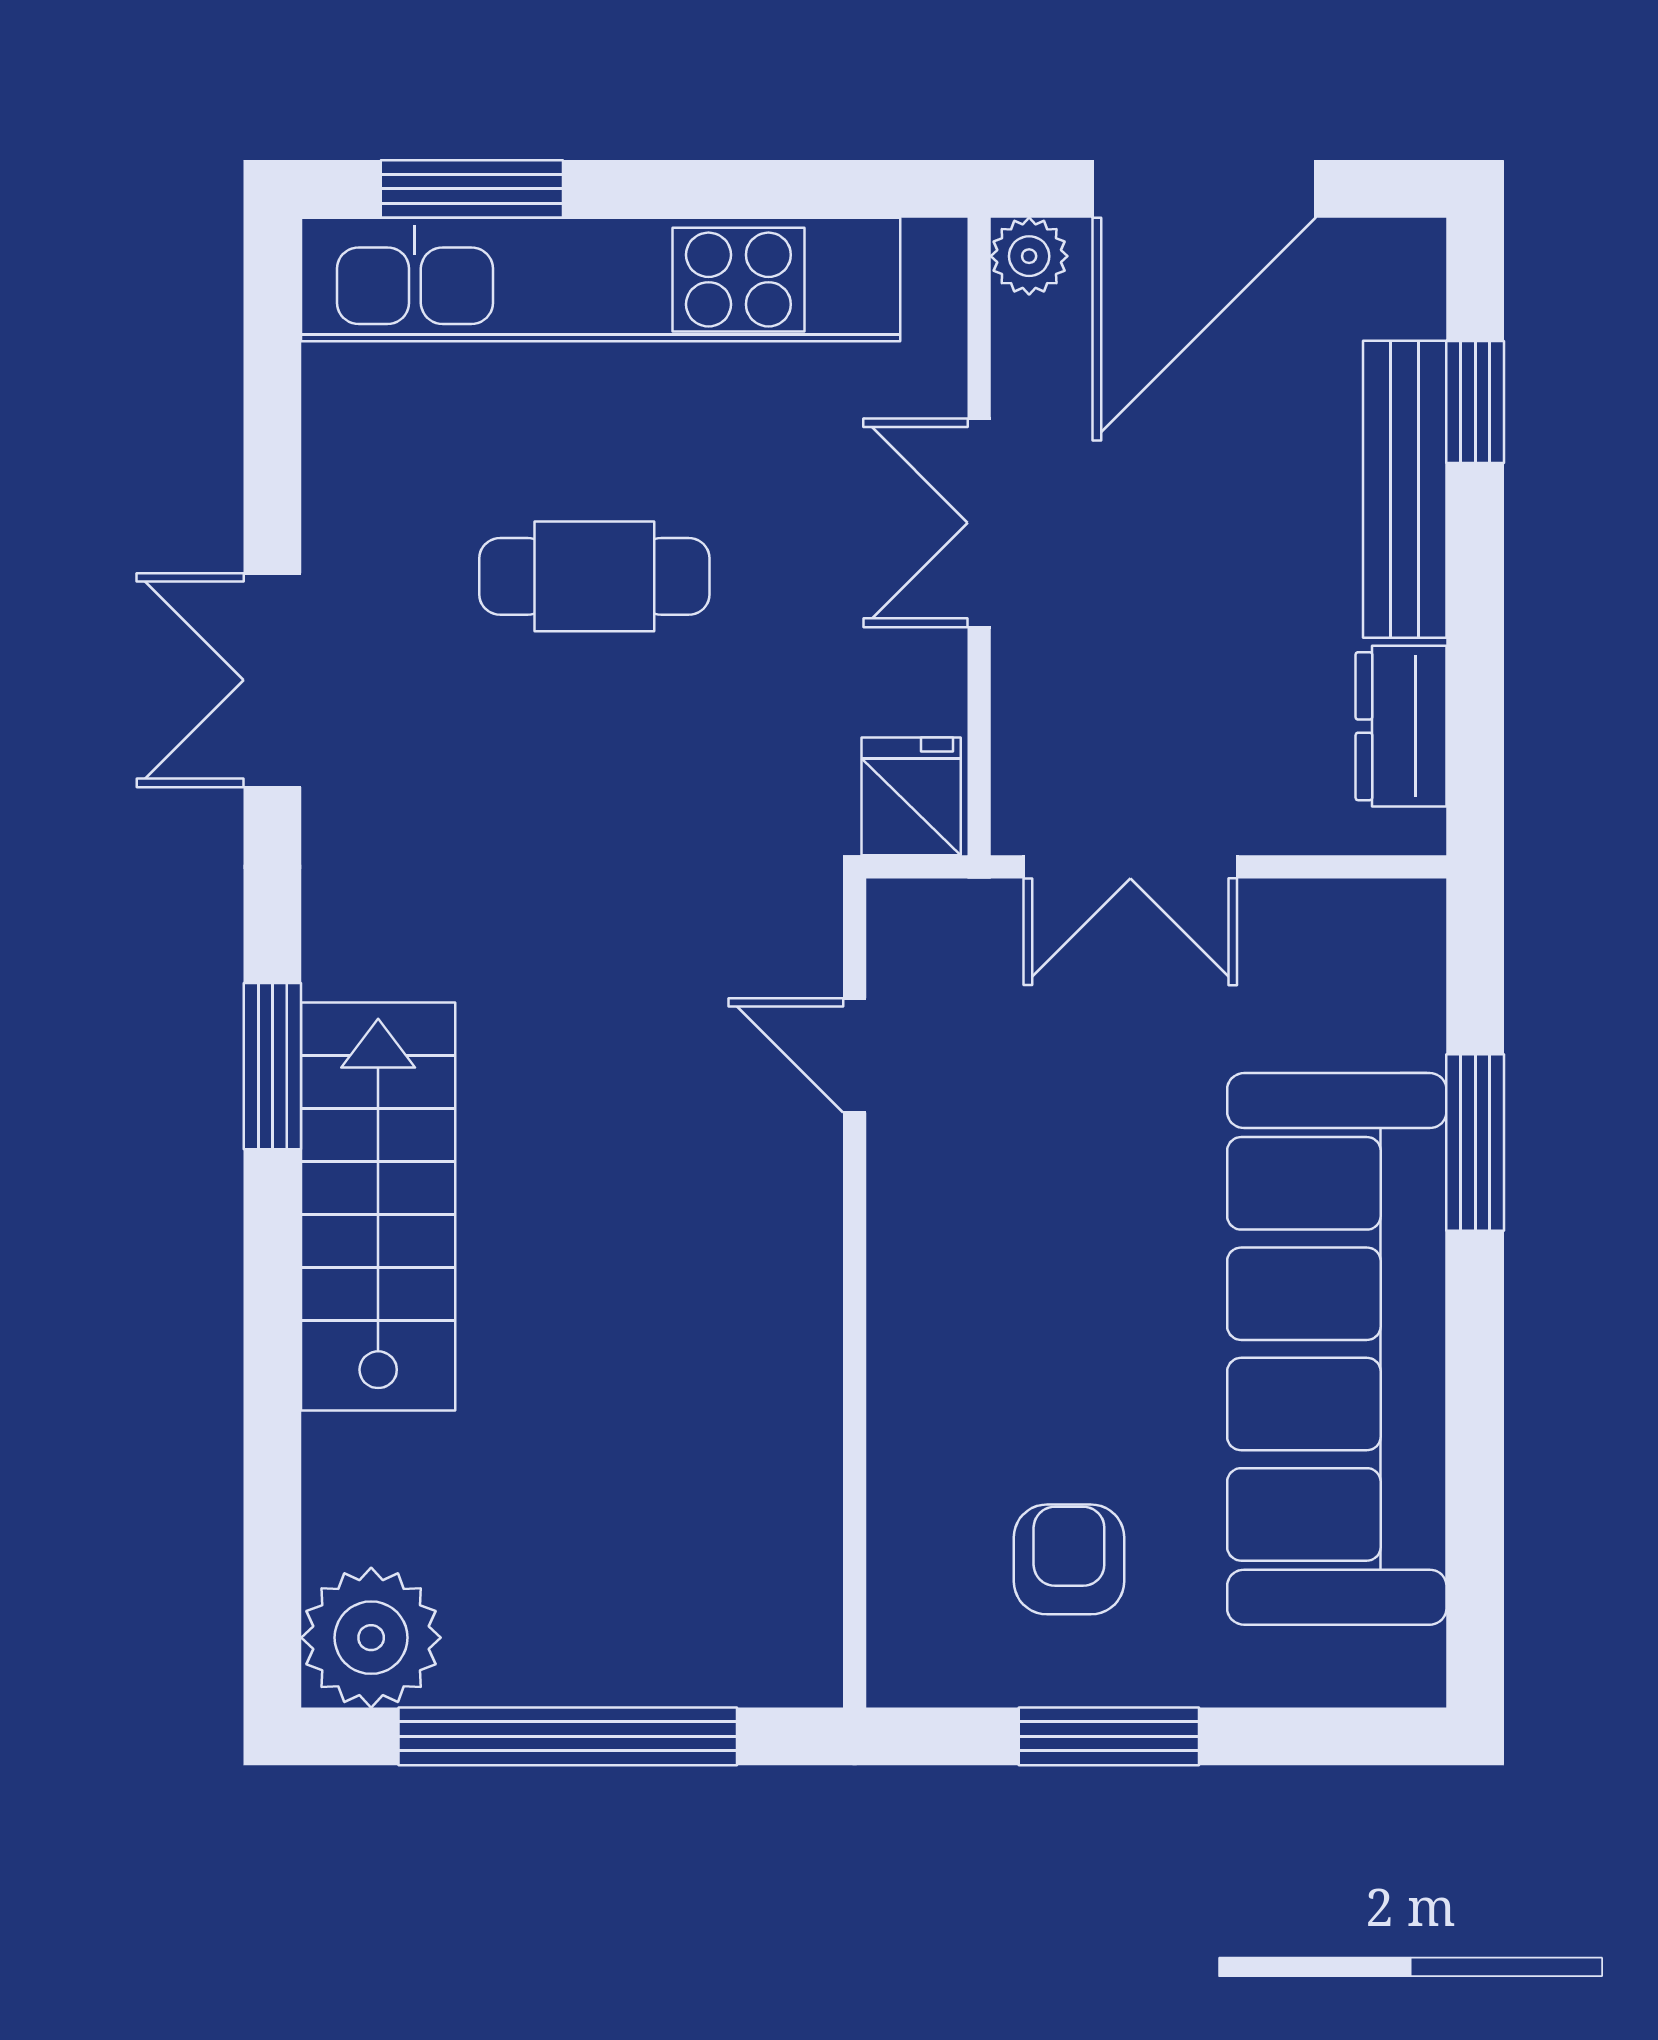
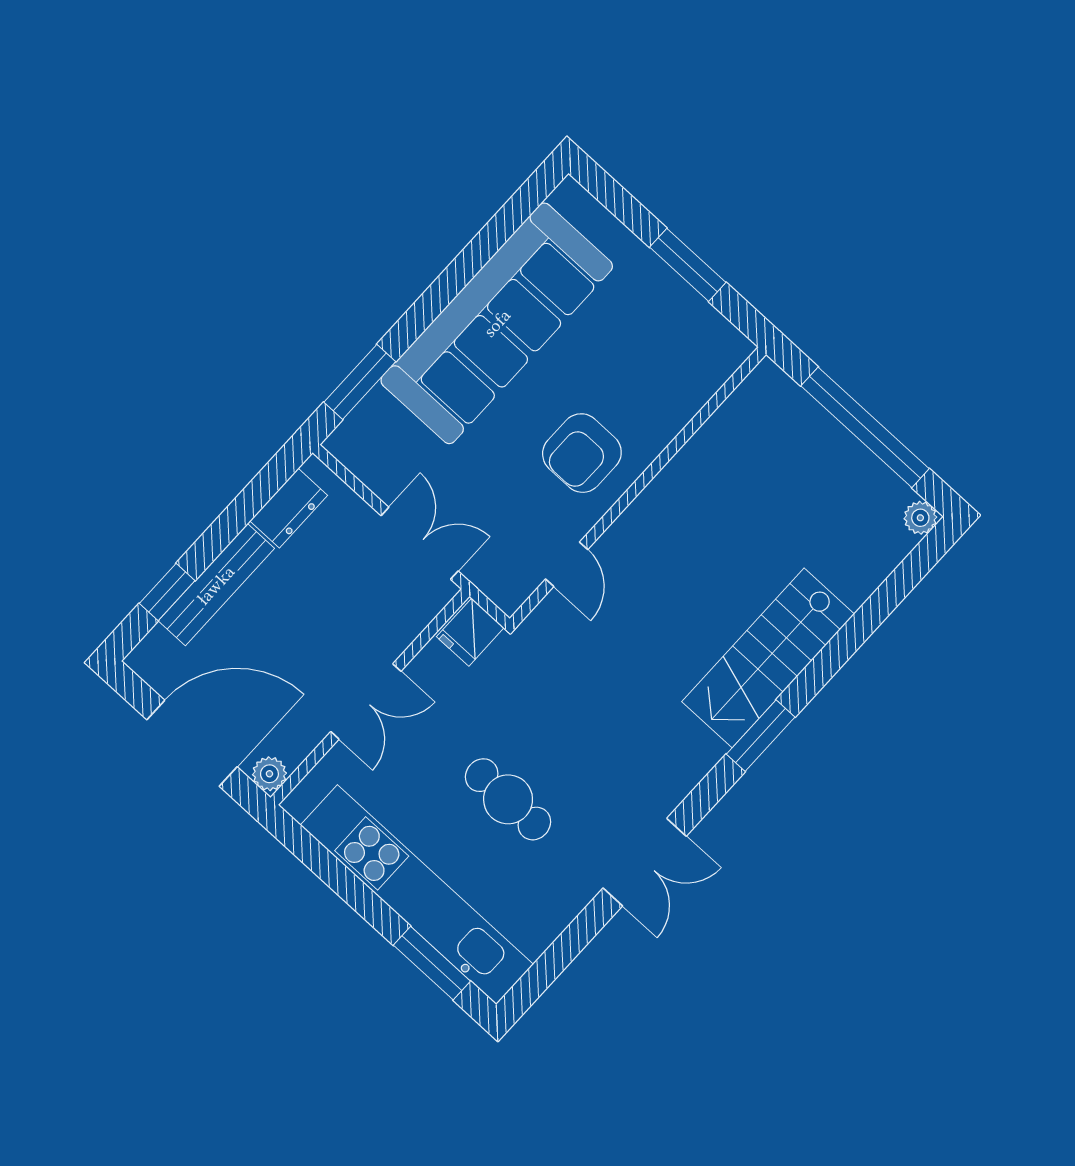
window: (1475, 1142) -> (360, 382), moved
armchair: (1069, 1559) -> (582, 453), moved, width x1.38, depth x1.38
plant: (371, 1638) -> (920, 518), width x0.53, depth x0.53

